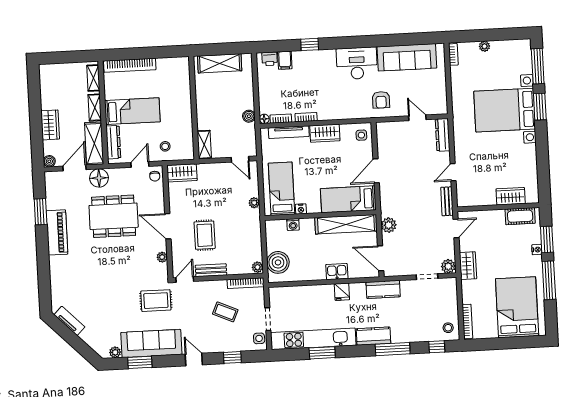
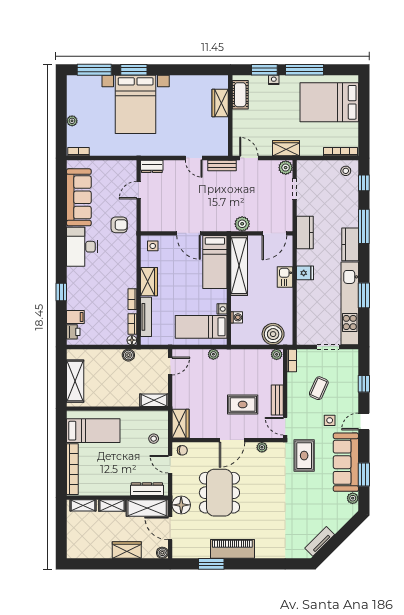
bed: (132, 111) -> (93, 431), moved, turned 90
dresser: (443, 135) -> (152, 166), width x0.70
bookcase: (246, 283) -> (292, 360), width x0.64
side table: (259, 338) -> (330, 420), moved

